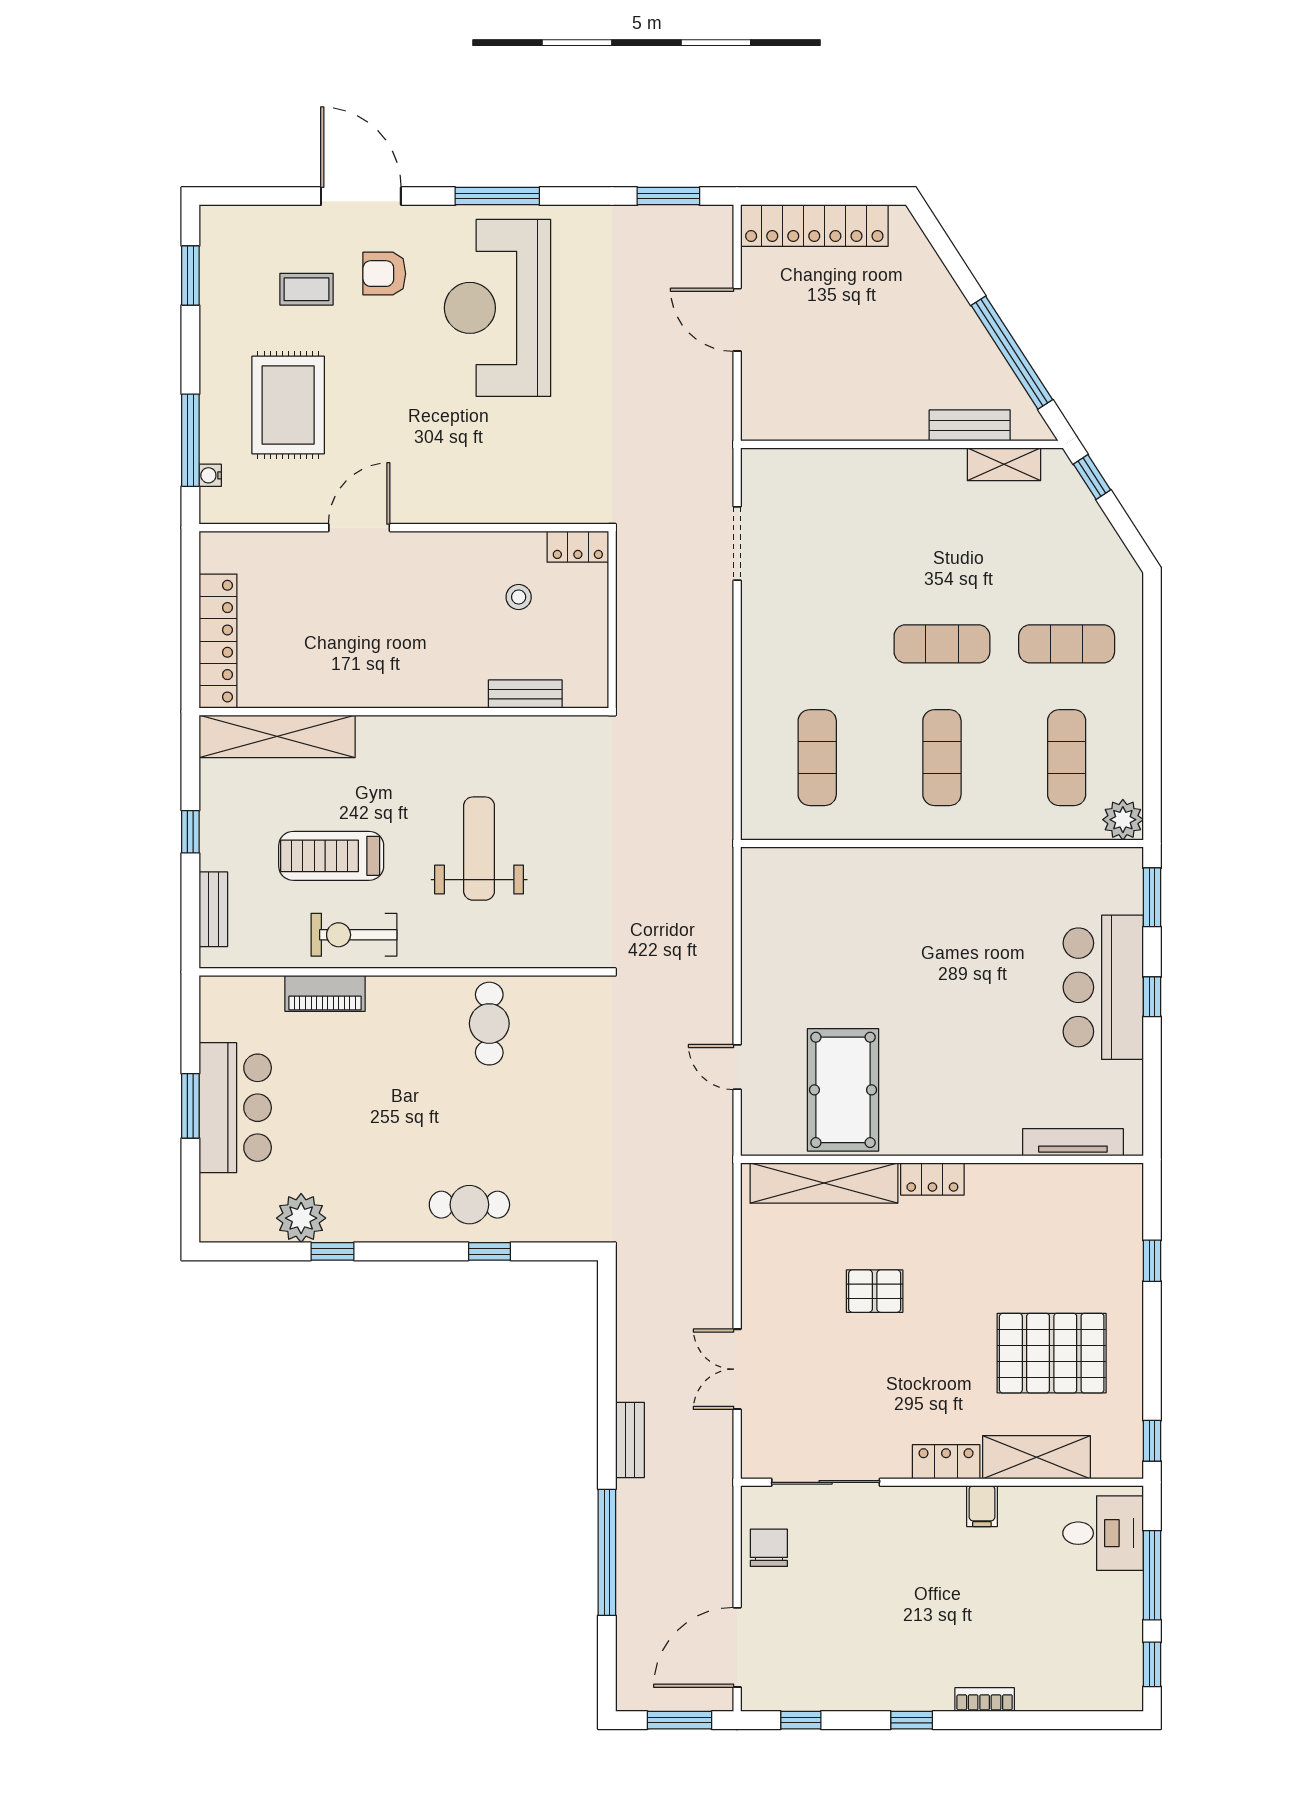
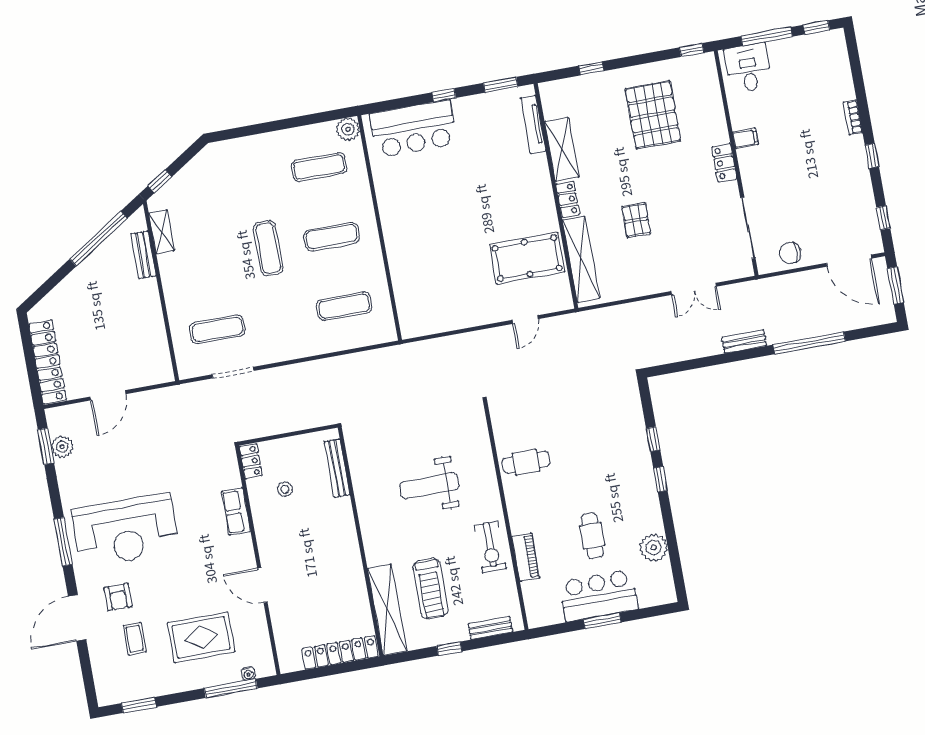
plant: (662, 224) -> (62, 447), added
row of seats: (495, 505) -> (236, 512), added
exercise mat: (1067, 644) -> (217, 329), moved, turned 90
bench: (525, 694) -> (337, 468), width x1.36
treadmill: (331, 856) -> (430, 588), moved
window: (1152, 897) -> (501, 85), moved
bar counter: (1103, 987) -> (413, 129), moved
cafe table: (469, 1205) -> (592, 536), moved
window: (332, 1251) -> (660, 479), moved
shelving: (1036, 1457) -> (562, 149), moved

